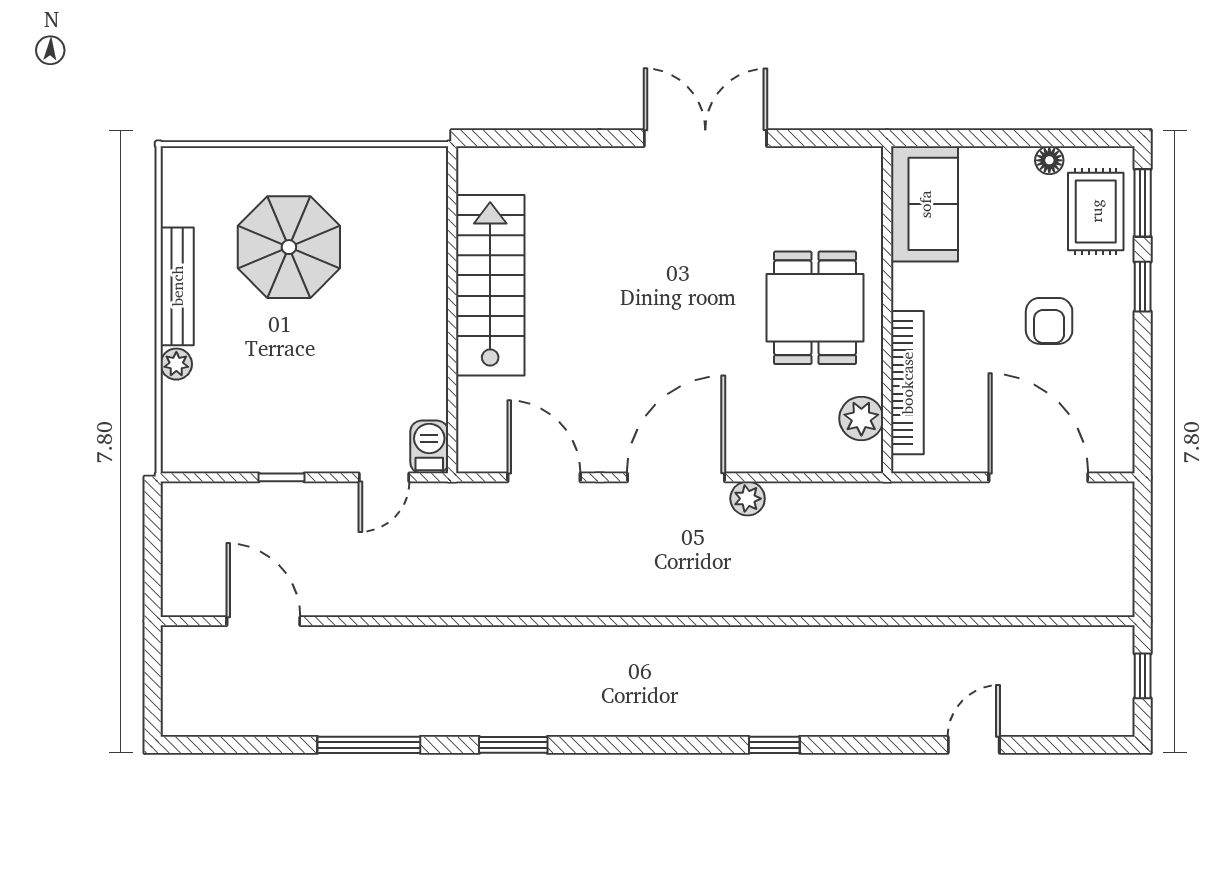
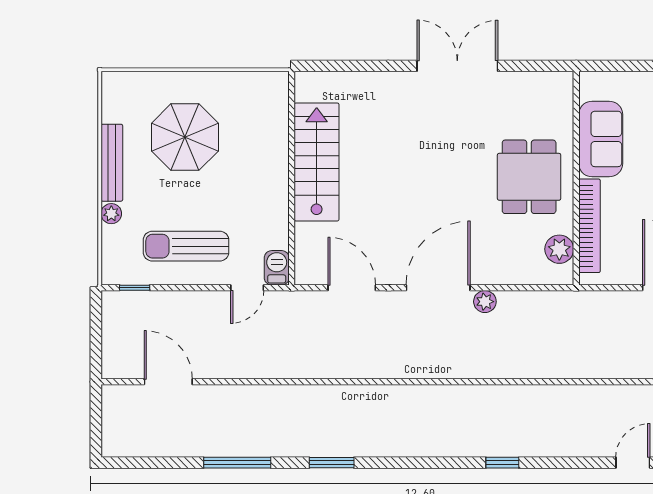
sofa: (925, 204) -> (601, 139), moved
sun lounger: (291, 414) -> (186, 246), added
window: (281, 477) -> (135, 288), moved

